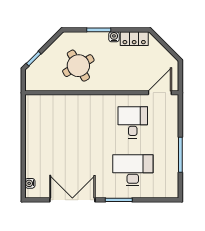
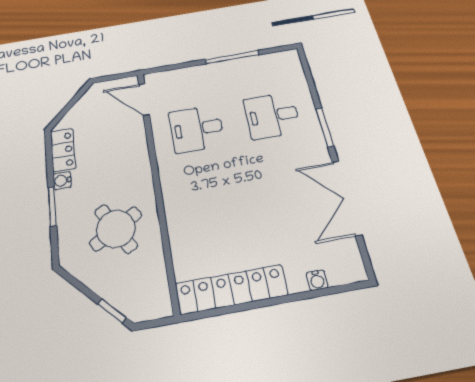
locker: (33, 124) -> (231, 289), added
desk: (133, 170) -> (272, 116), width x0.73
water cooler: (30, 183) -> (317, 280), moved

